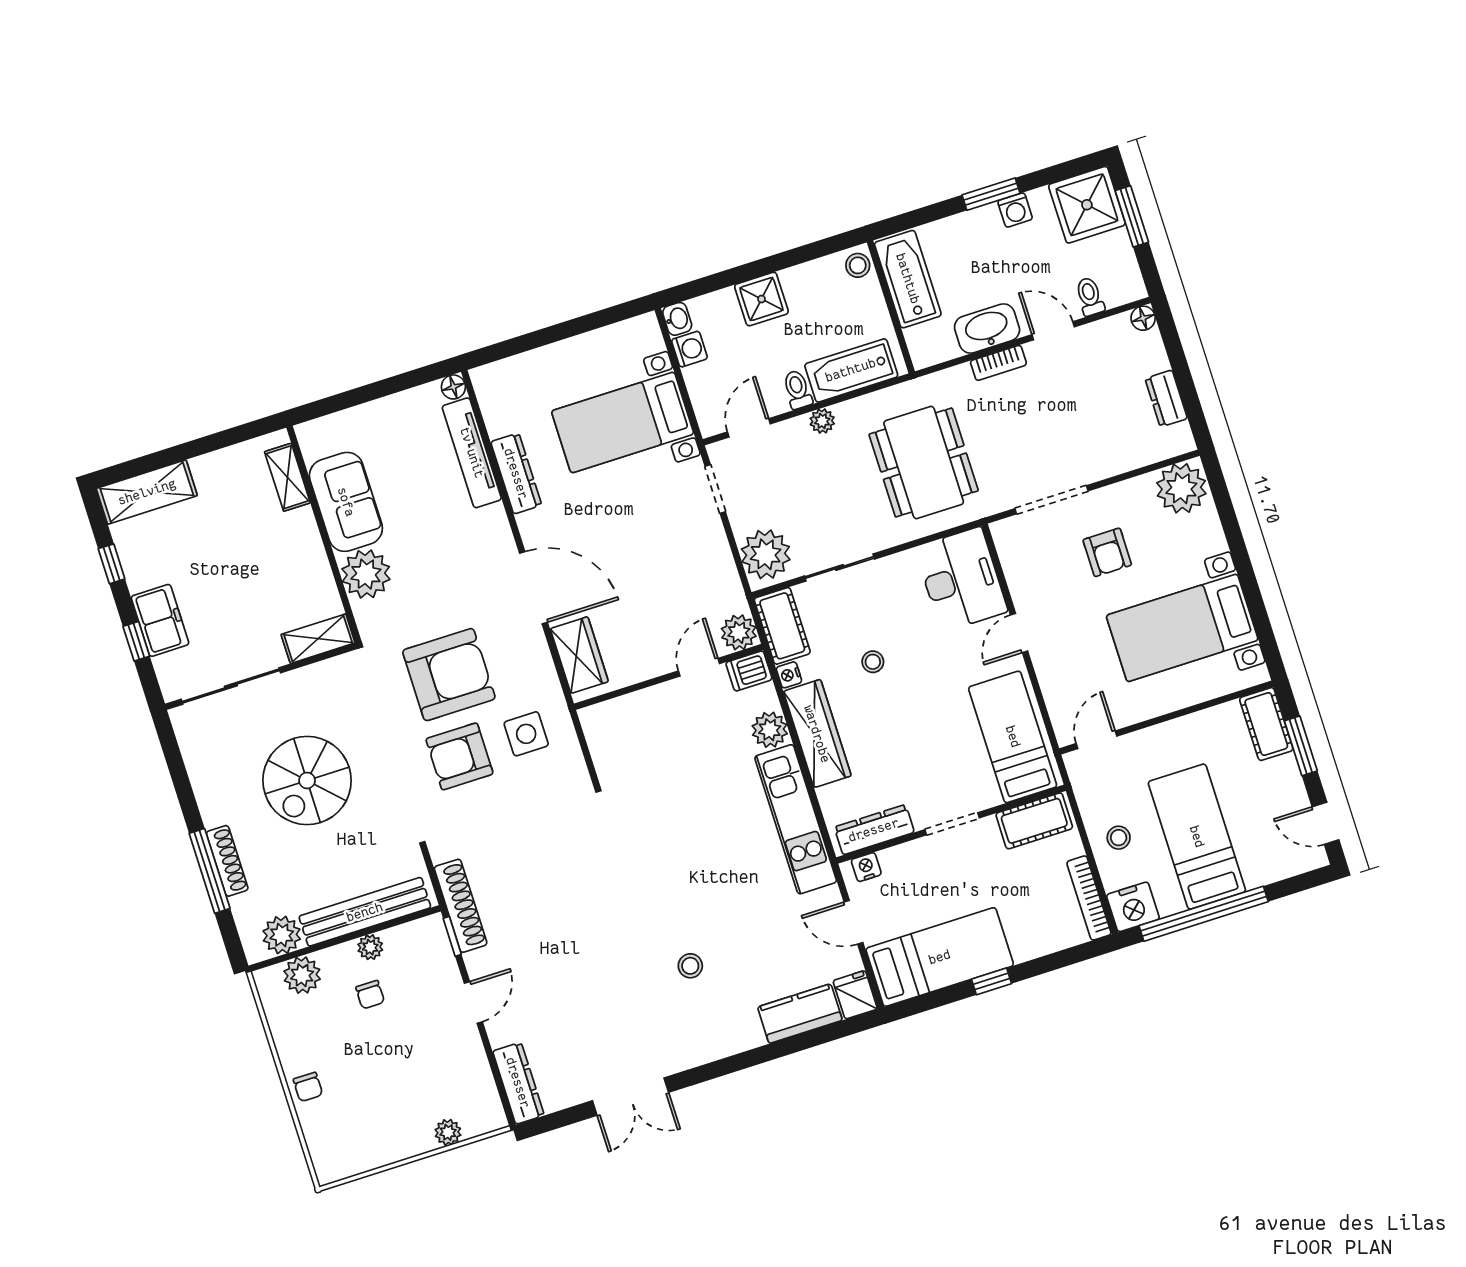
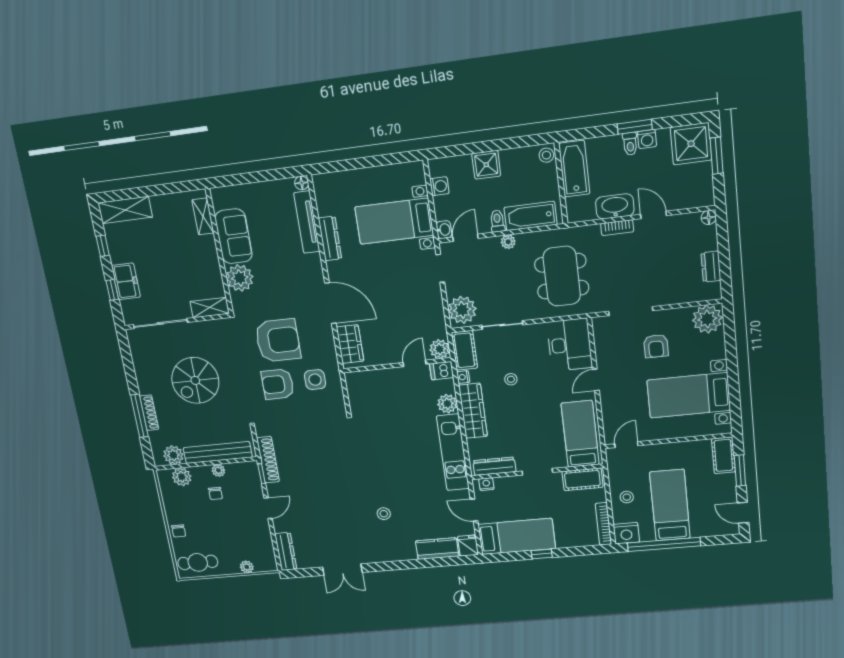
toilet: (1090, 296) -> (630, 144), moved, turned 180
washbasin: (677, 319) -> (444, 230), moved
cafe table: (352, 1145) -> (198, 562), added

